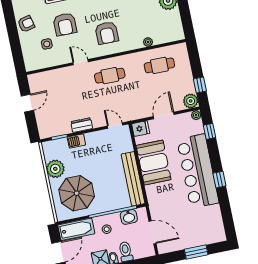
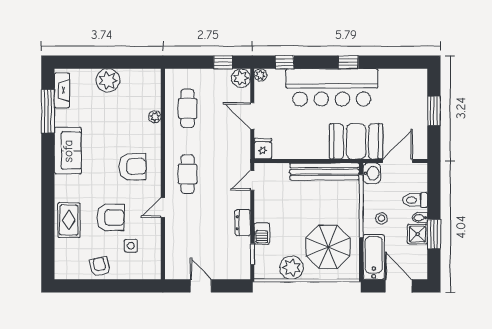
booth: (154, 163) -> (356, 141), moved
washbasin: (129, 217) -> (372, 173), moved

